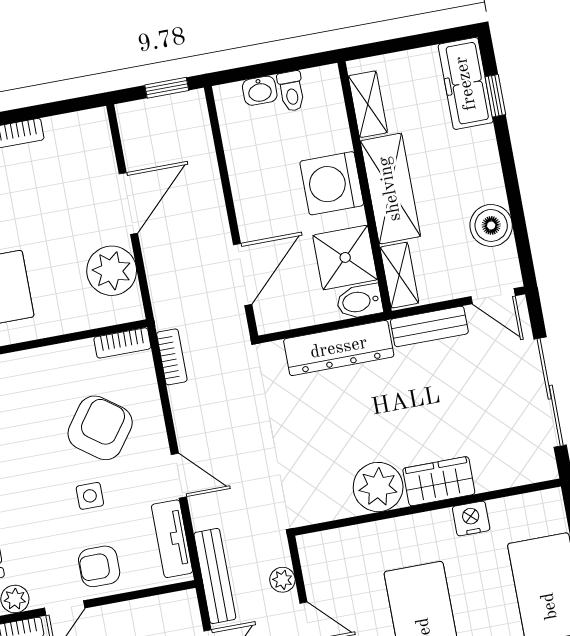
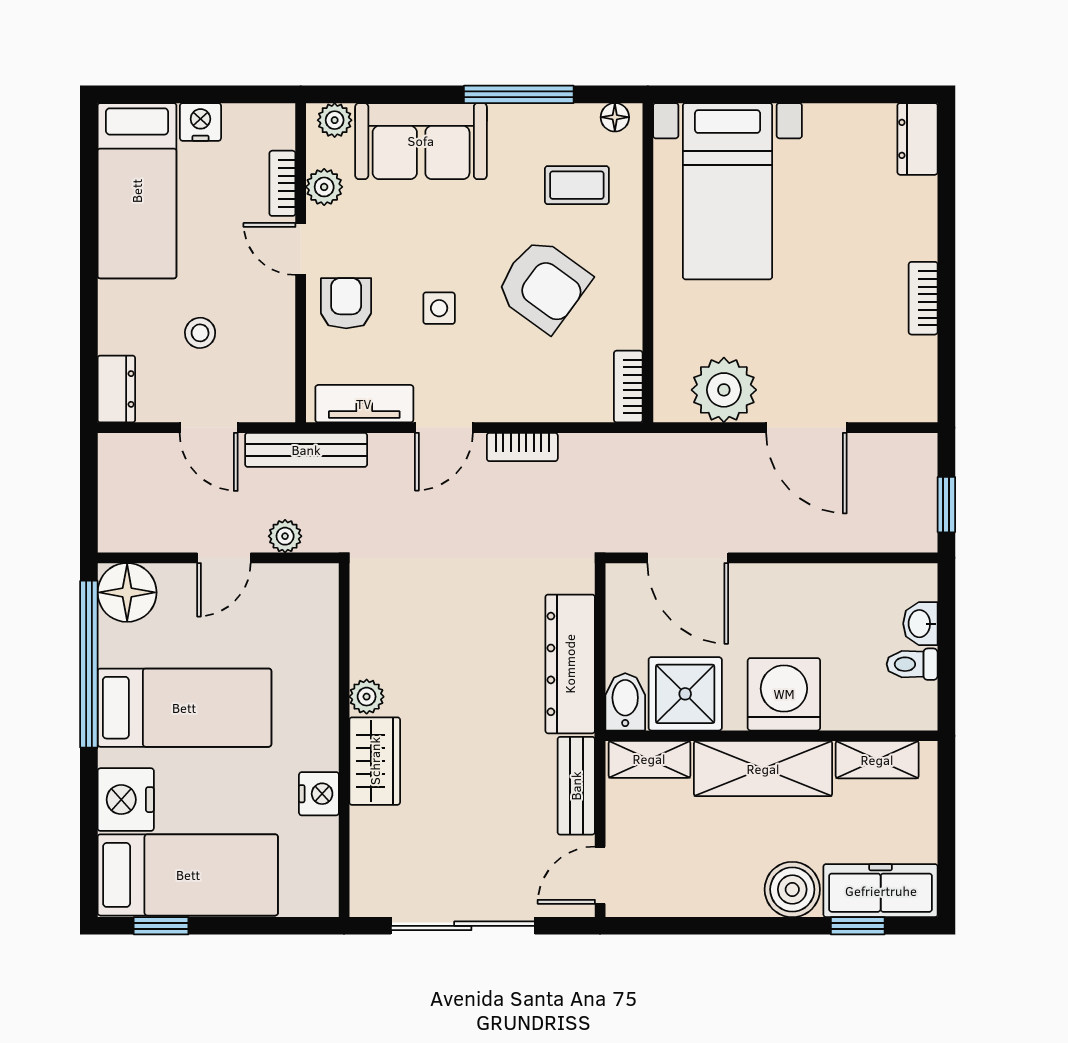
boiler: (491, 225) -> (792, 889), moved
bookcase: (172, 357) -> (522, 447), moved
armchair: (100, 428) -> (543, 285), moved
plant: (378, 487) -> (367, 697), width x0.53, depth x0.53

